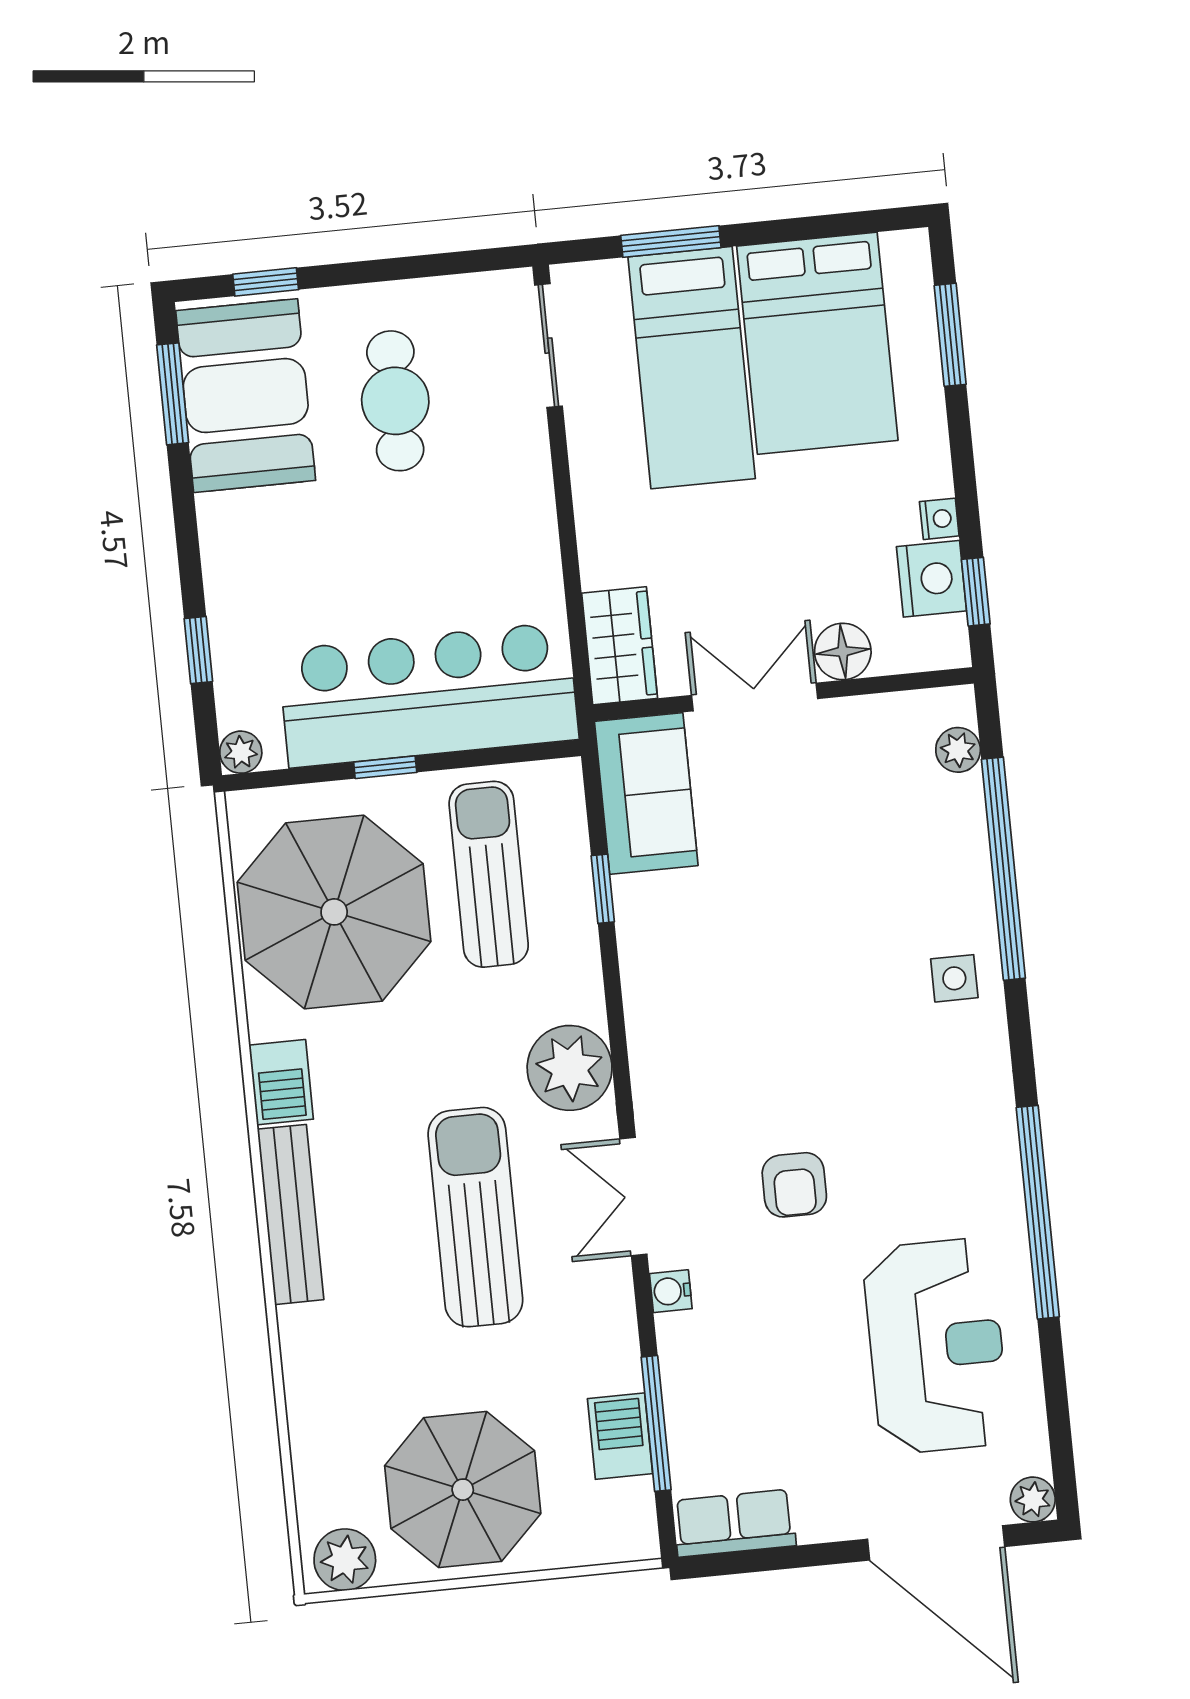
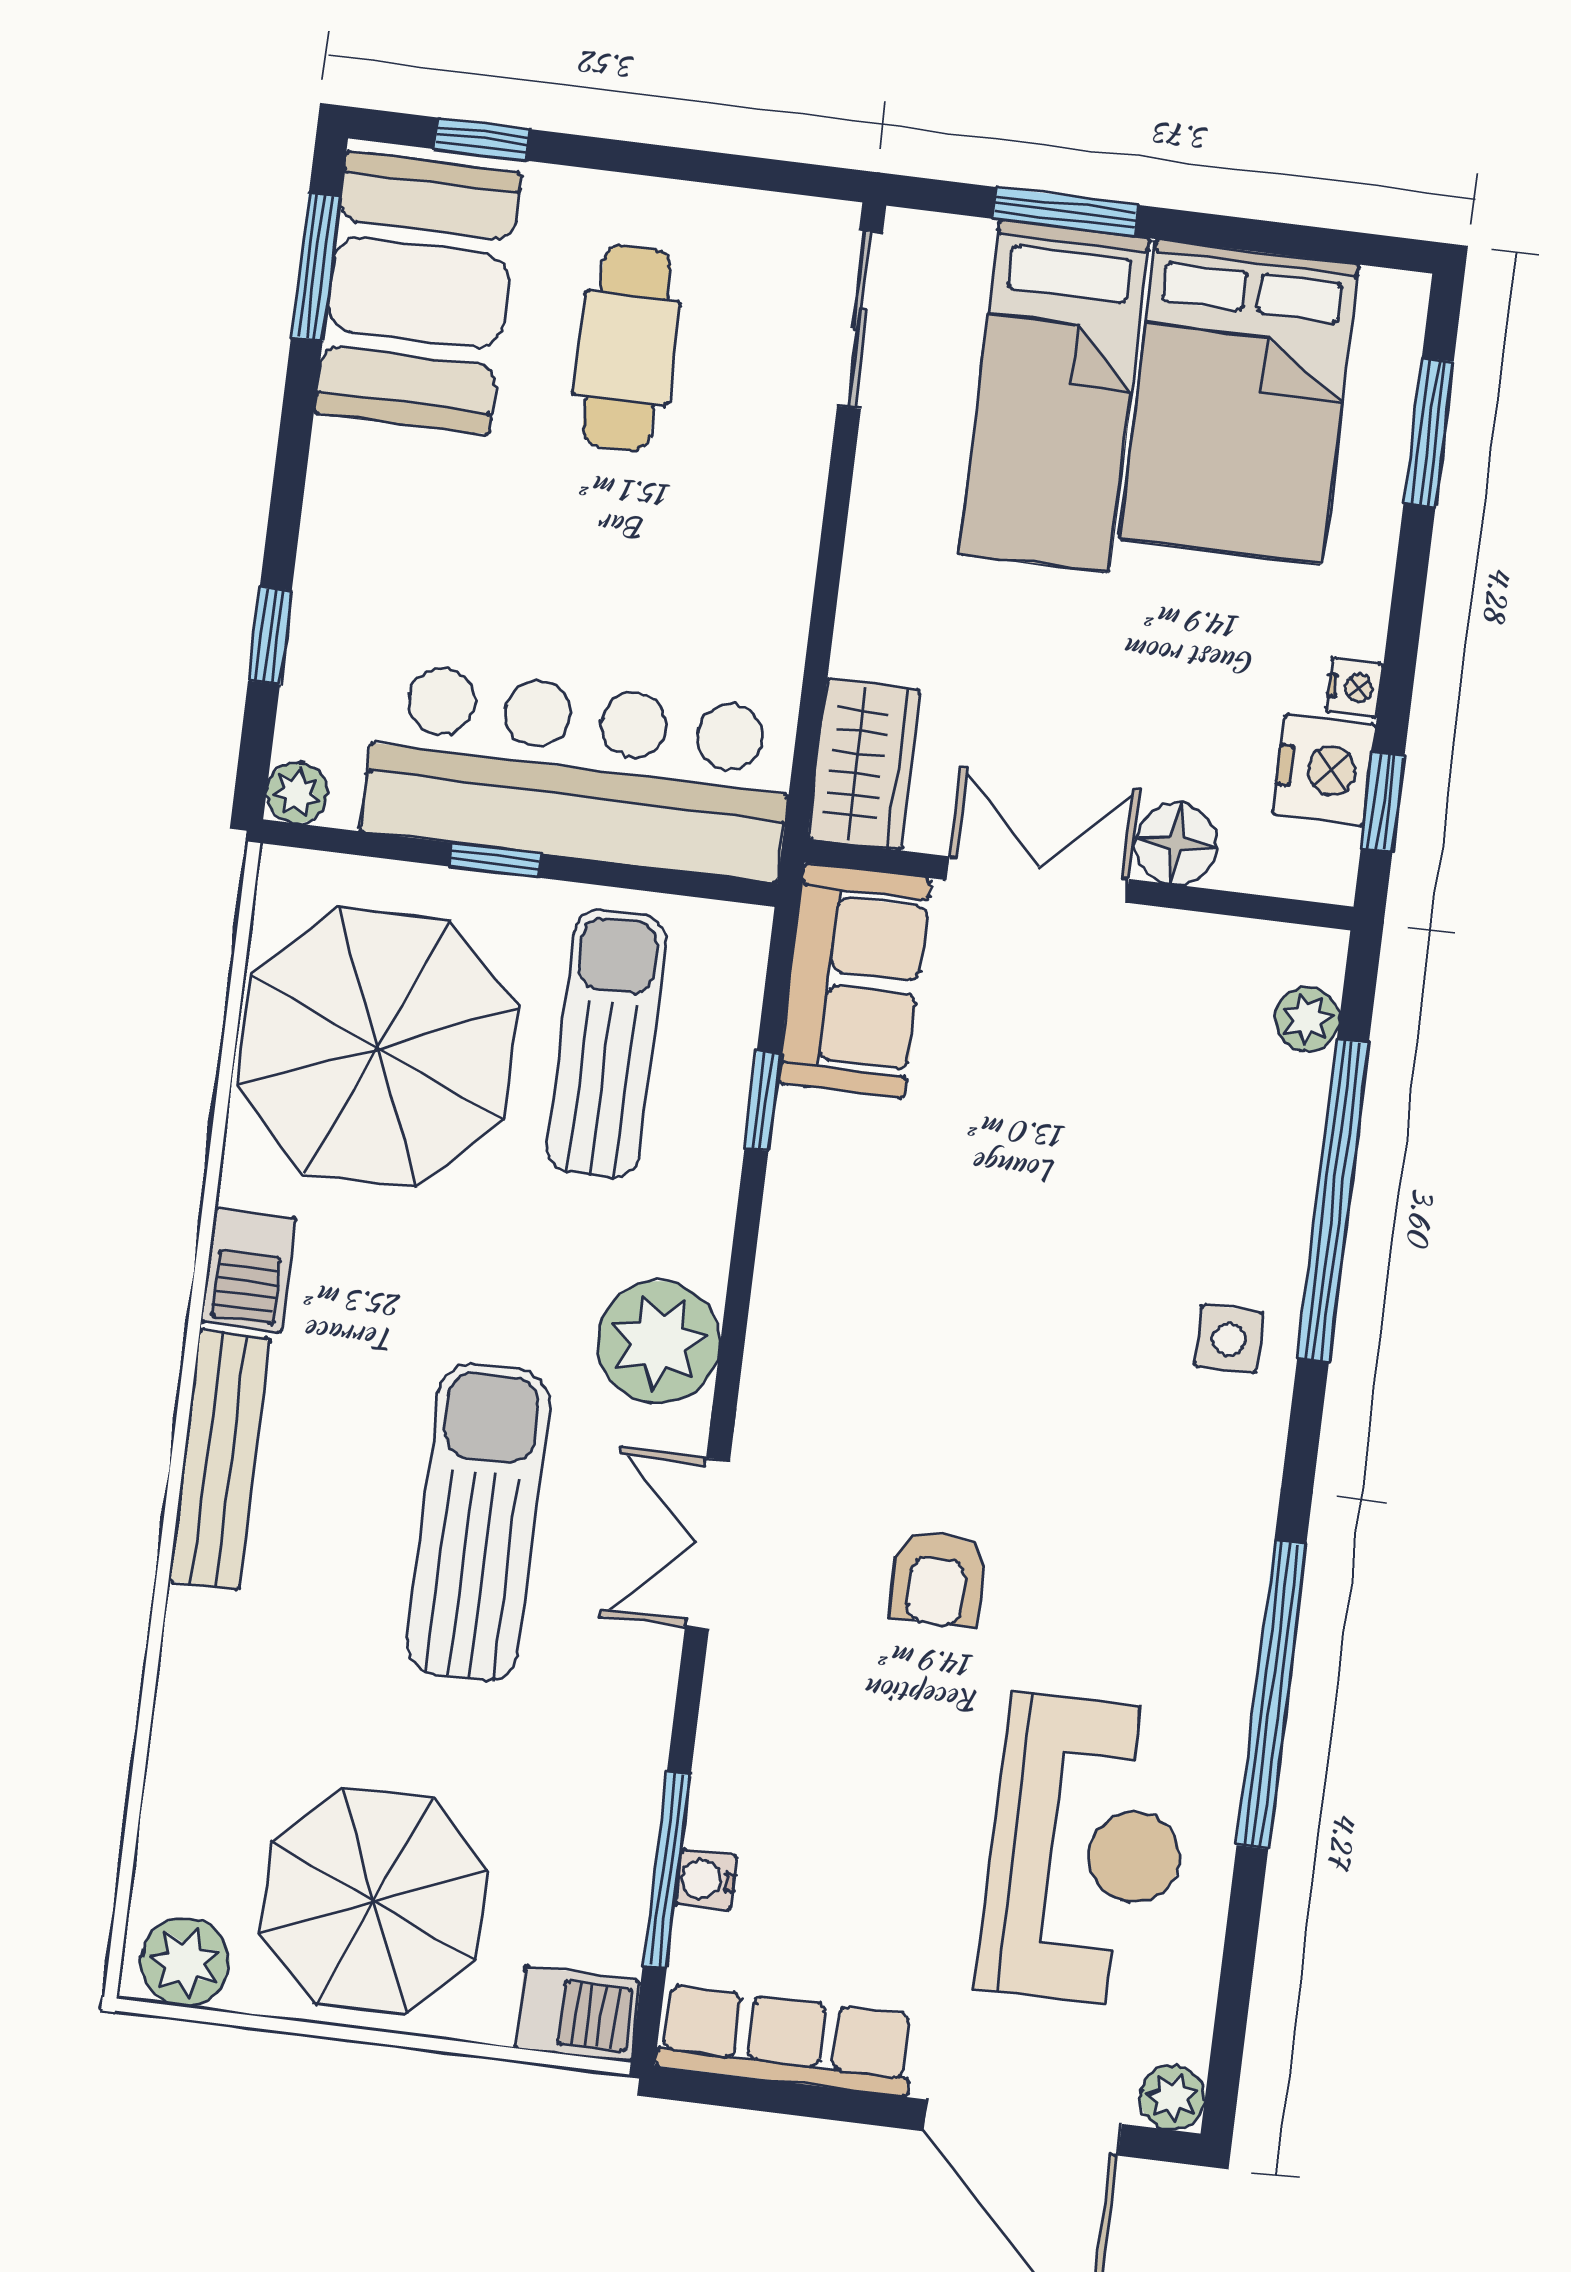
water cooler: (671, 1291) -> (706, 1880), moved
barbecue: (620, 1436) -> (578, 2014), moved, turned 90
row of seats: (734, 1523) -> (786, 2041), width x1.48

